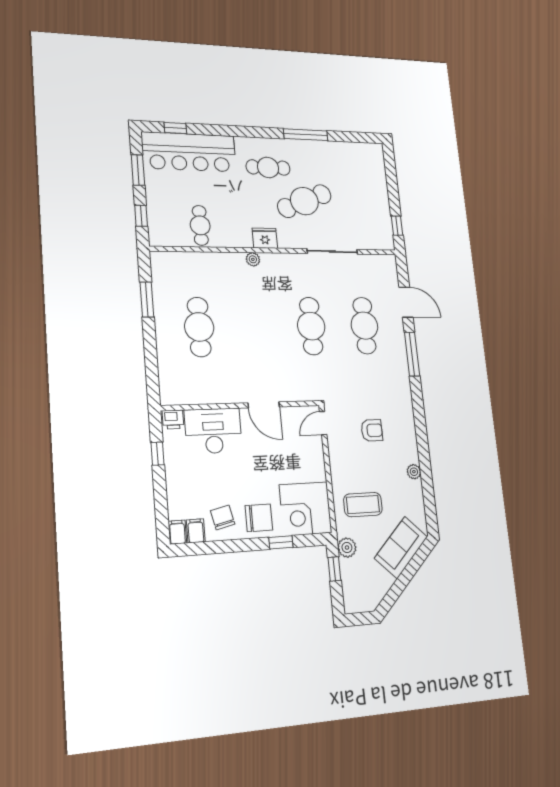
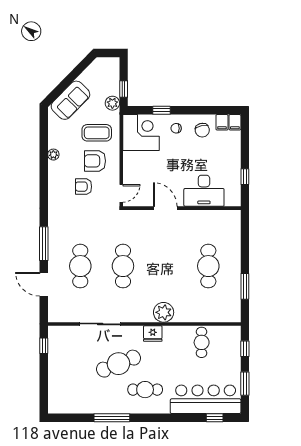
plant: (253, 259) -> (164, 312), width x1.88, depth x1.88
printer: (173, 419) -> (232, 200), removed
armchair: (361, 466) -> (95, 161), added
chair: (259, 518) -> (176, 128), width x0.54, depth x0.54

